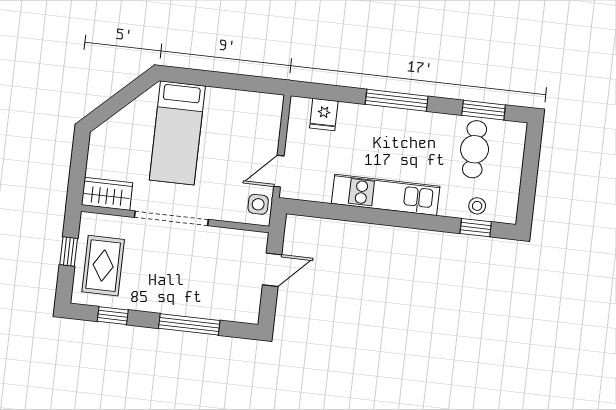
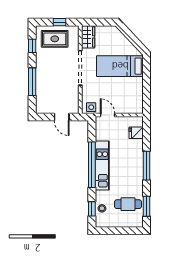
window: (381, 217) -> (92, 165), added

